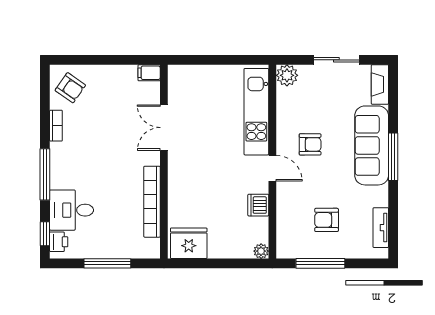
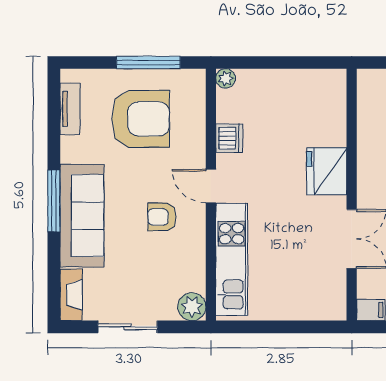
bookcase: (152, 202) -> (367, 143), removed
armchair: (327, 220) -> (140, 119), width x1.88, depth x1.88
fridge: (189, 243) -> (327, 171), moved, turned 90

